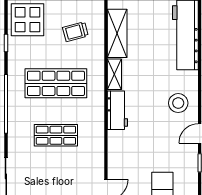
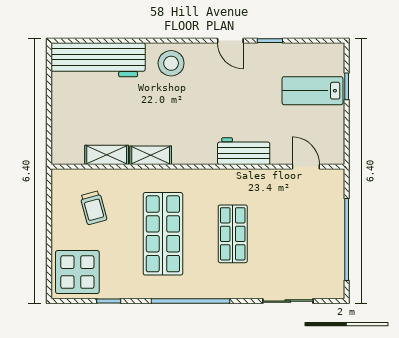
shelving: (117, 33) -> (107, 155), width x0.67, depth x0.75
stool: (178, 103) -> (171, 63), moved
workbench: (117, 110) -> (244, 151), moved

